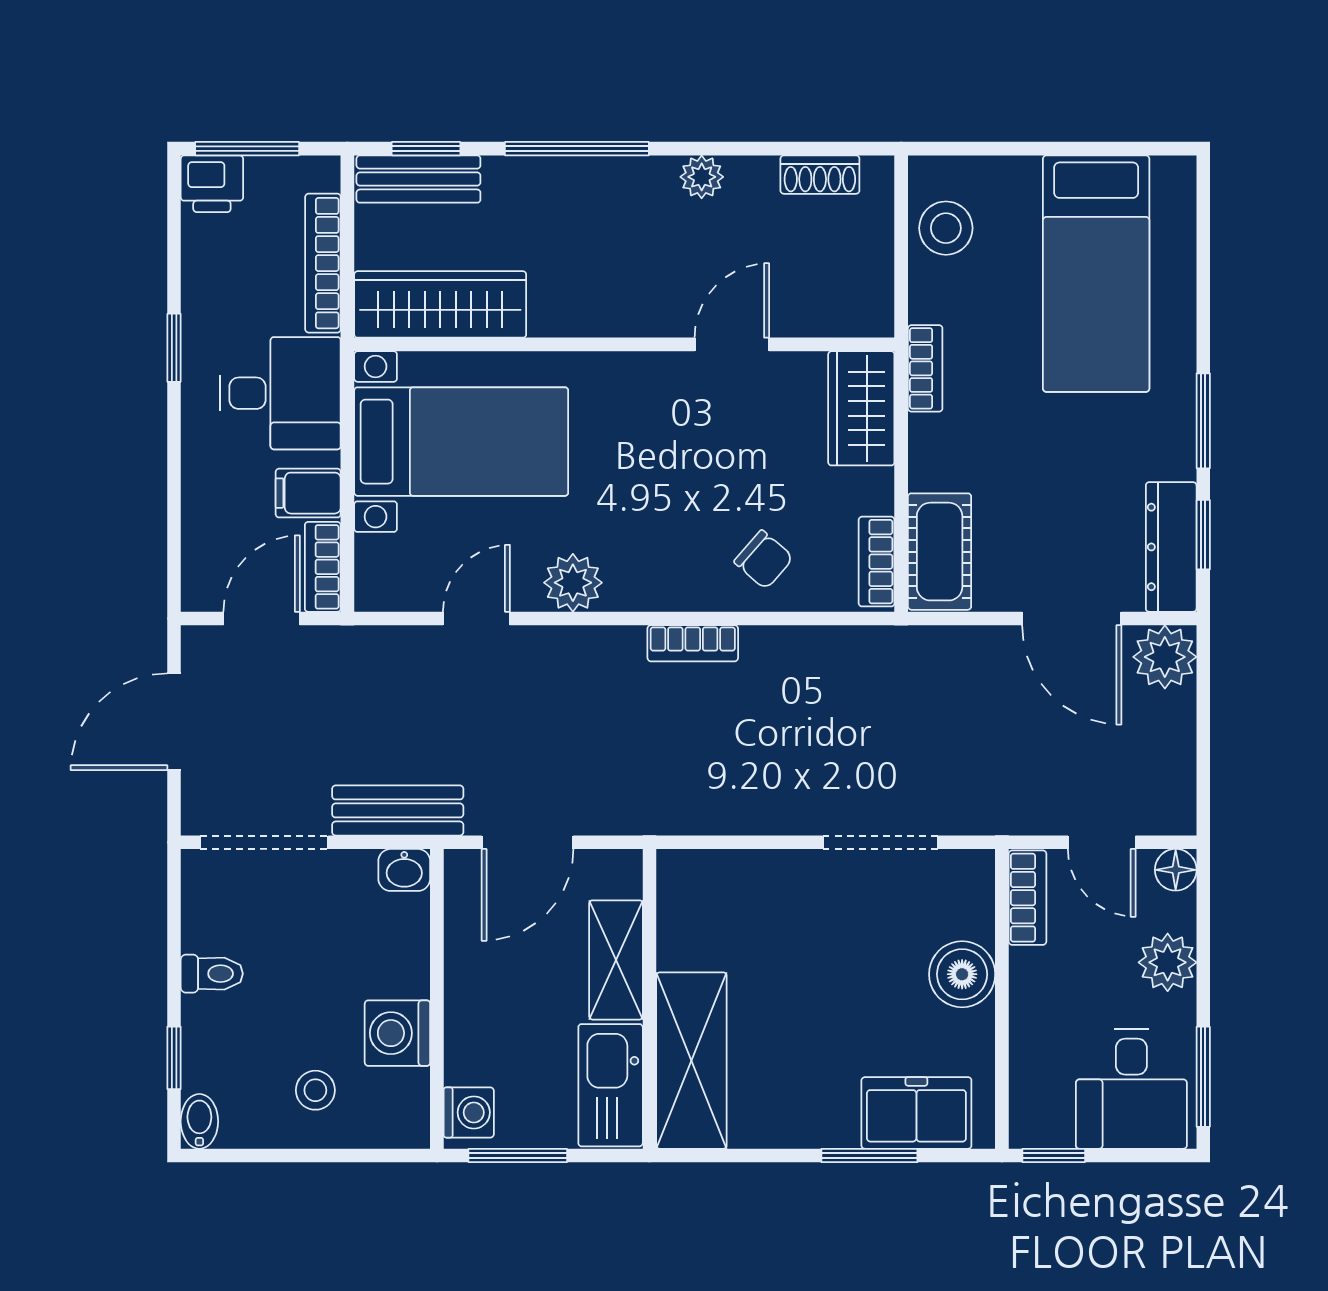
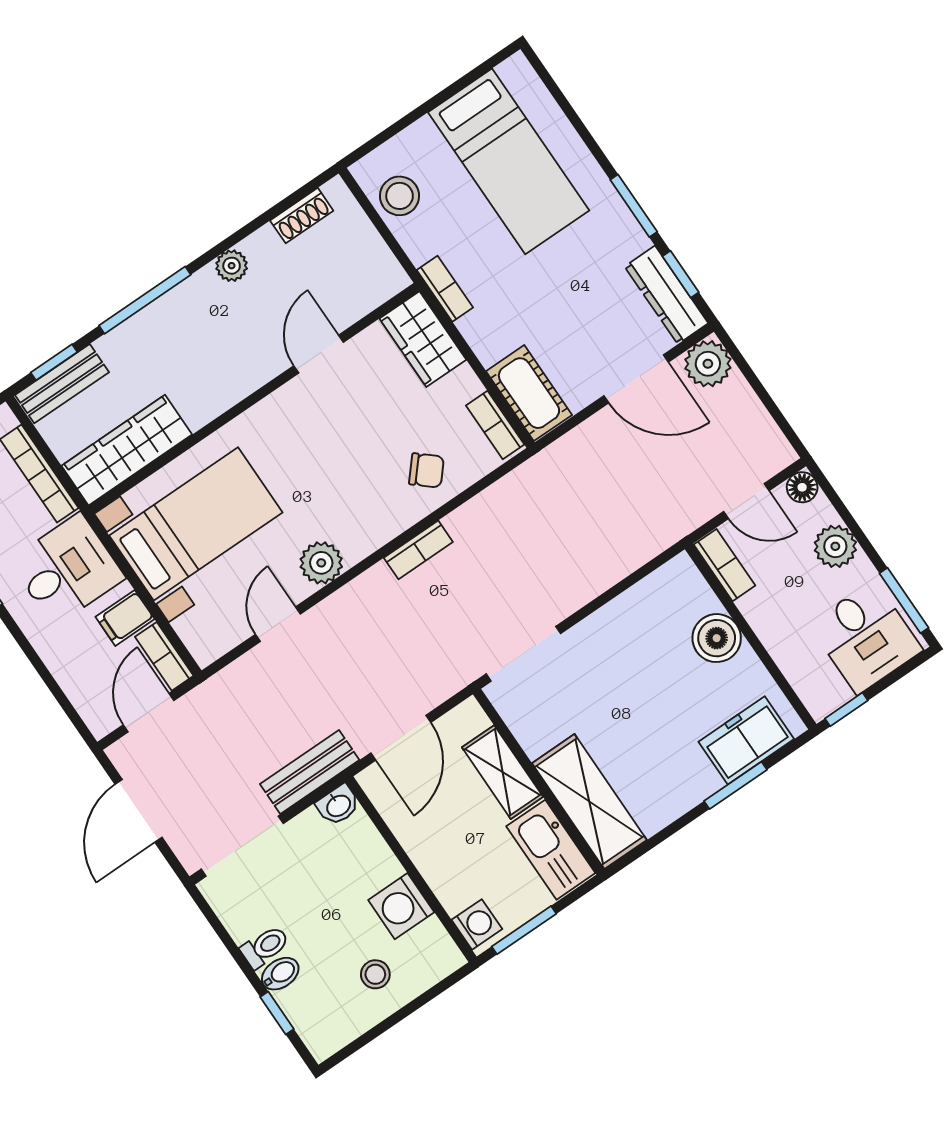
doorway: (880, 842) -> (523, 654), moved
bidet: (199, 1121) -> (280, 974), moved, turned 90

